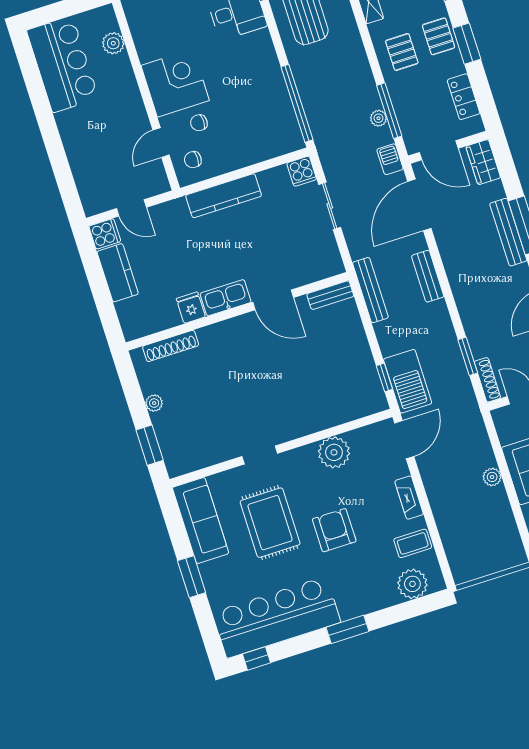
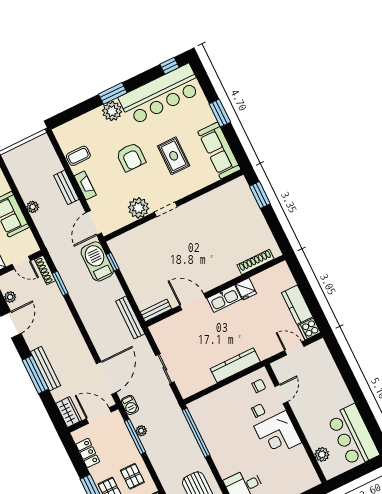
cooker: (302, 171) -> (186, 389), removed
bench: (428, 276) -> (66, 187), moved
plant: (154, 403) -> (261, 223), removed
doorway: (260, 455) -> (166, 209), moved
rug: (270, 523) -> (174, 156), width x0.73, depth x0.70
plant: (412, 584) -> (112, 111), moved

